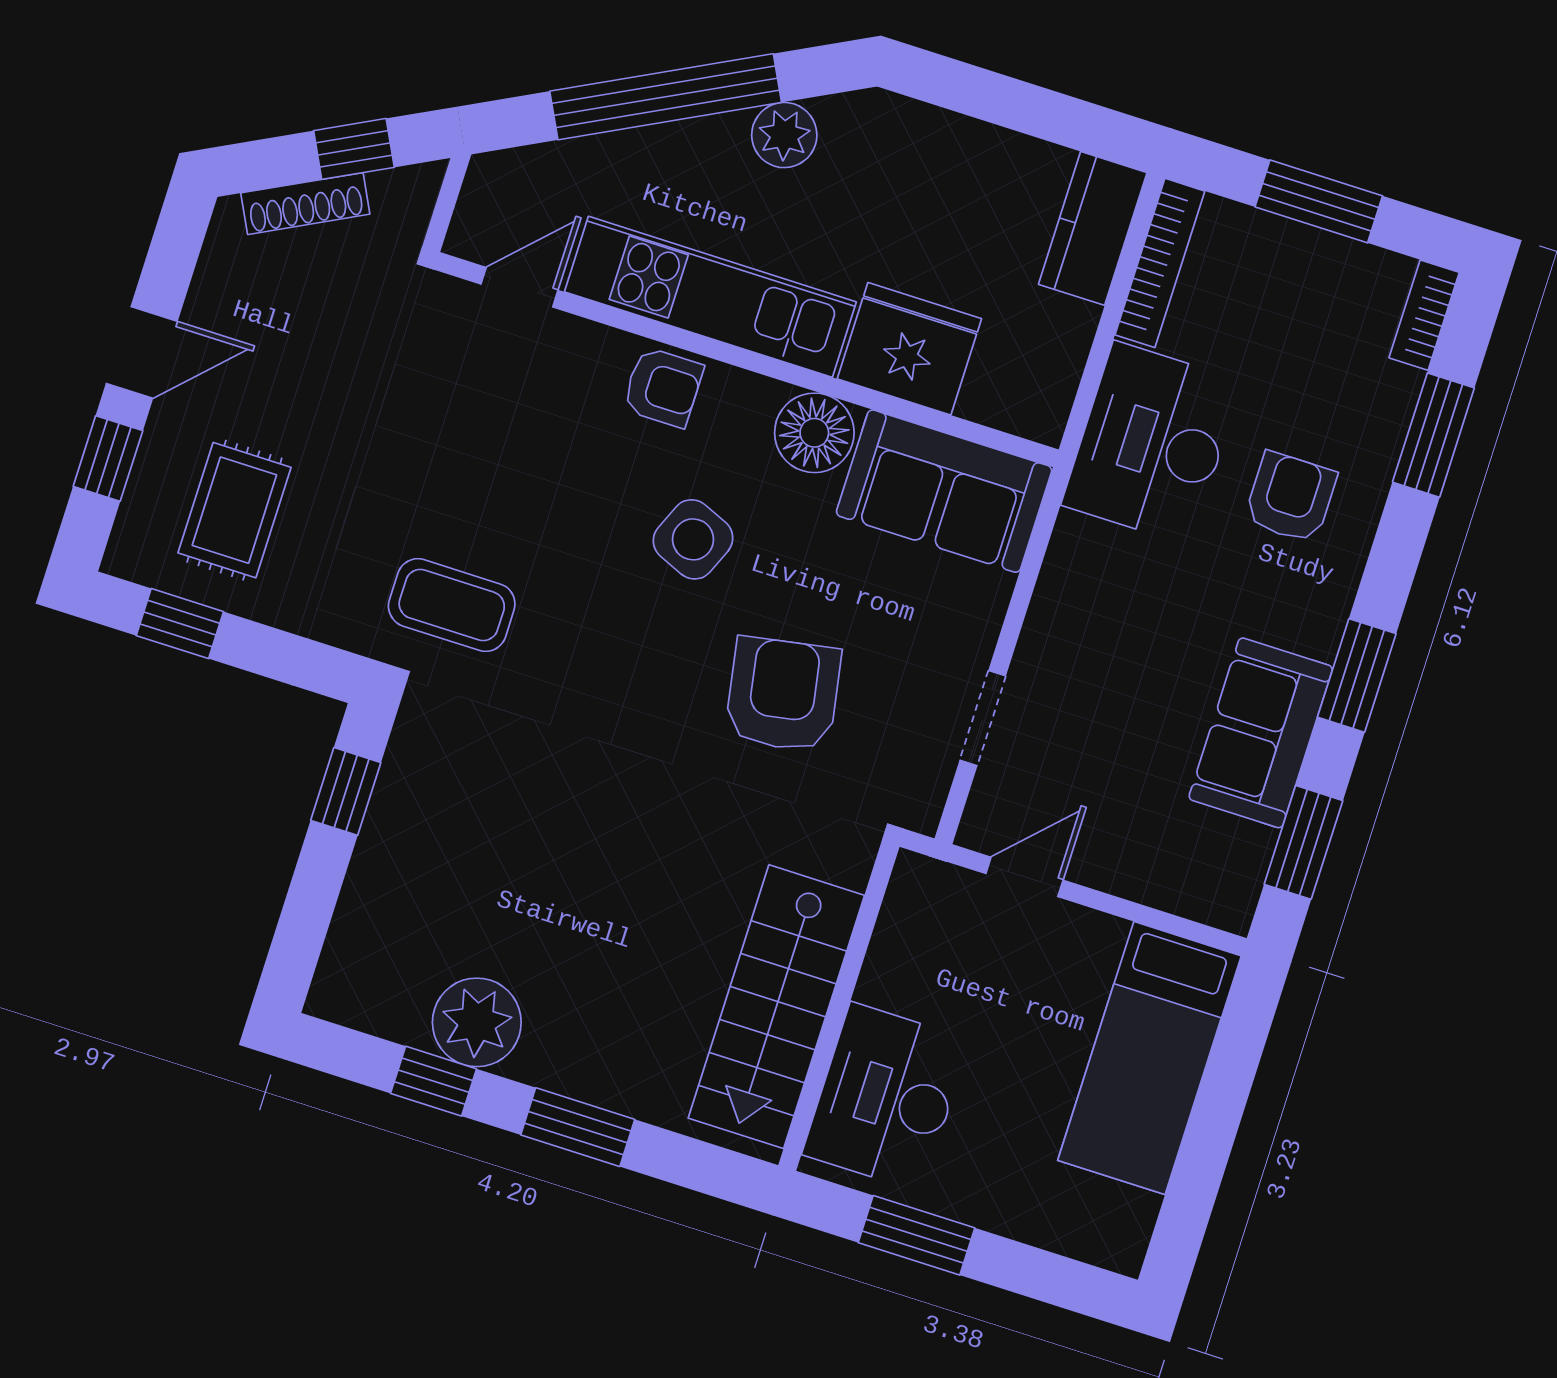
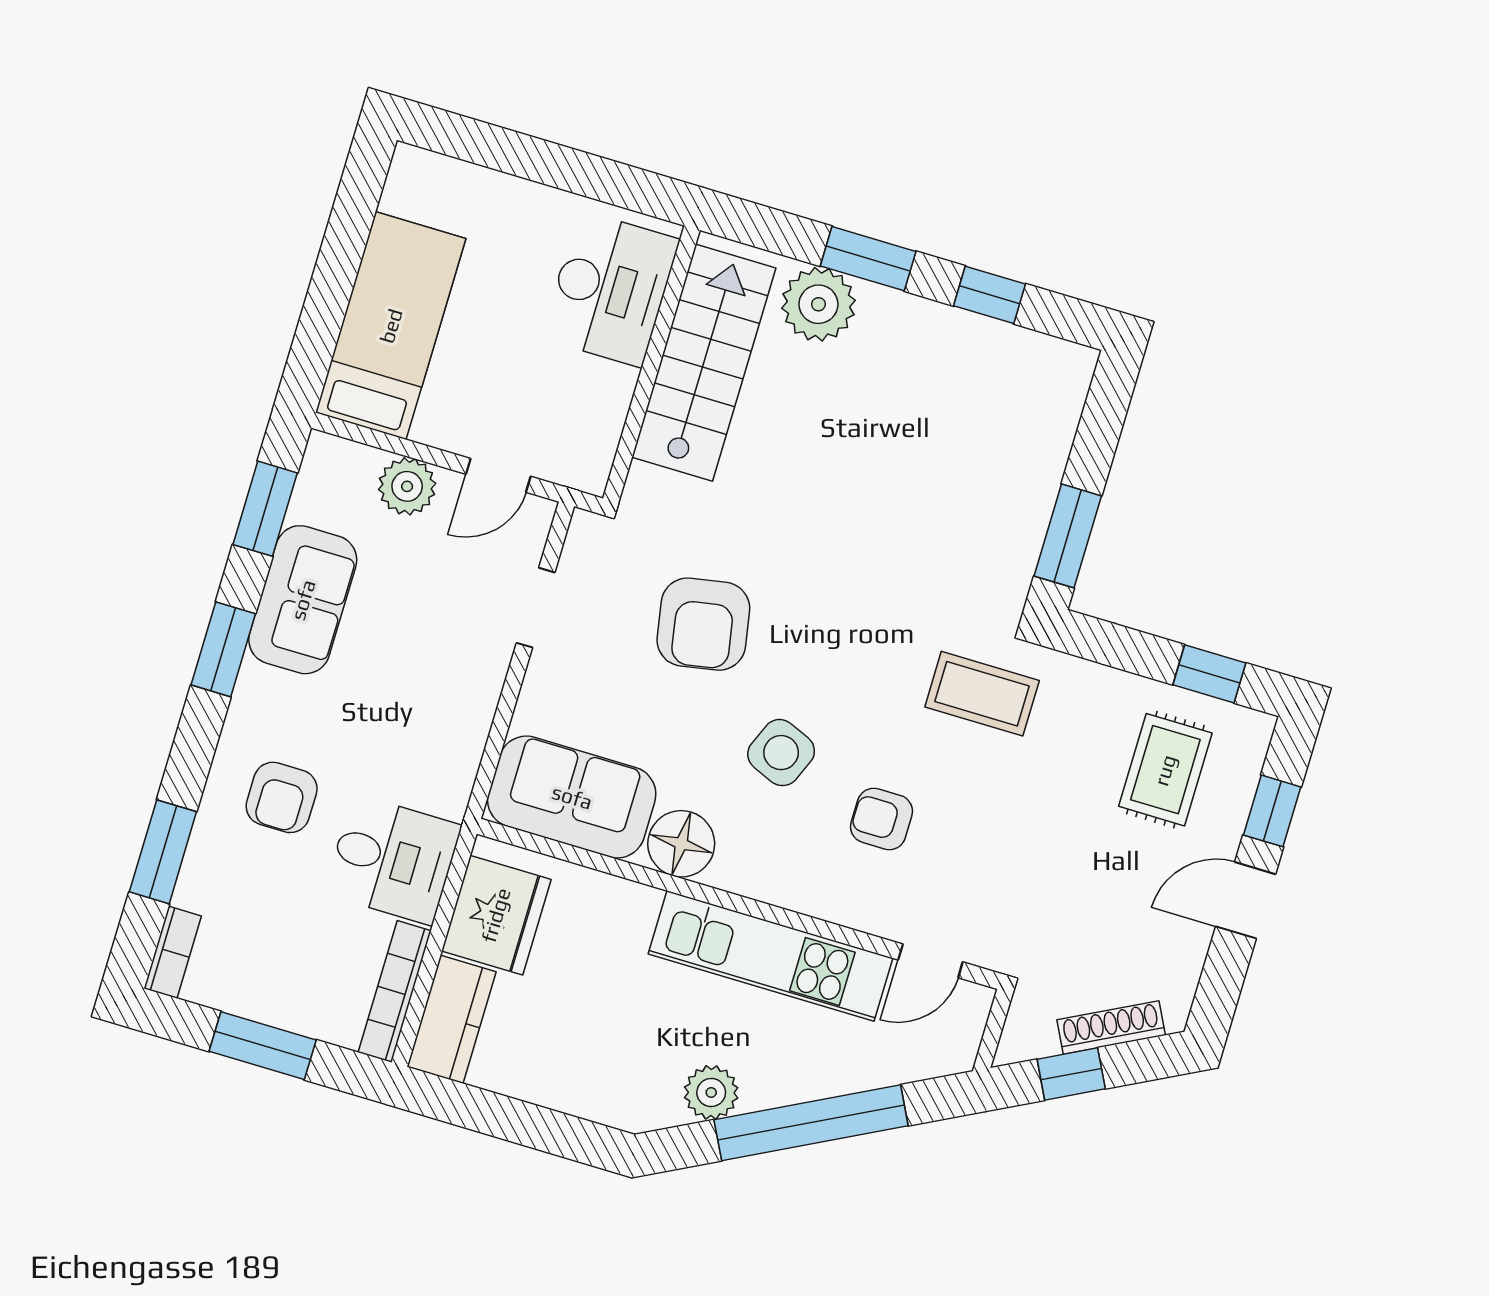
fridge: (909, 349) -> (496, 915), moved, turned -90
armchair: (663, 387) -> (882, 819), moved
desk: (1152, 443) -> (393, 859), width x0.73
window: (346, 791) -> (1068, 536), width x1.50
plant: (1133, 866) -> (407, 486), added
plant: (477, 1022) -> (818, 304), moved
window: (917, 1235) -> (583, 174), removed

